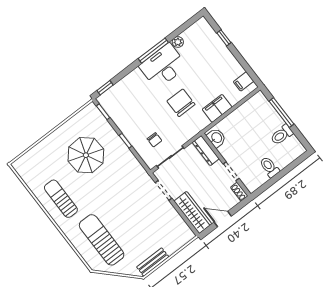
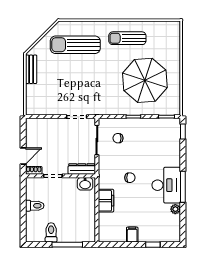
filing cabinet: (244, 81) -> (132, 235), moved
chair: (181, 103) -> (130, 178), width x0.54, depth x0.54
parasol: (86, 155) -> (145, 80), width x1.36, depth x1.36
sun lounger: (61, 199) -> (127, 38), turned 180
wardrobe: (193, 212) -> (44, 125), removed
door: (223, 219) -> (23, 156), moved
sun lounger: (102, 240) -> (75, 45), turned 180

